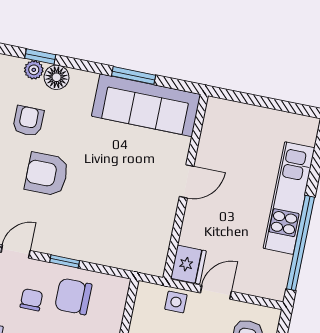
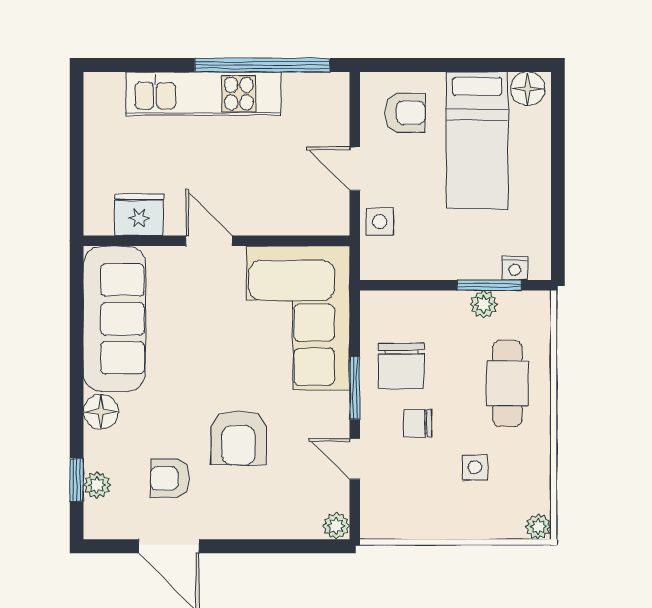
window: (134, 75) -> (77, 345), removed
floor lamp: (57, 77) -> (101, 412), moved
corner sofa: (121, 232) -> (298, 318), added
window: (65, 261) -> (355, 388), width x1.50
fridge: (188, 265) -> (139, 215), moved

